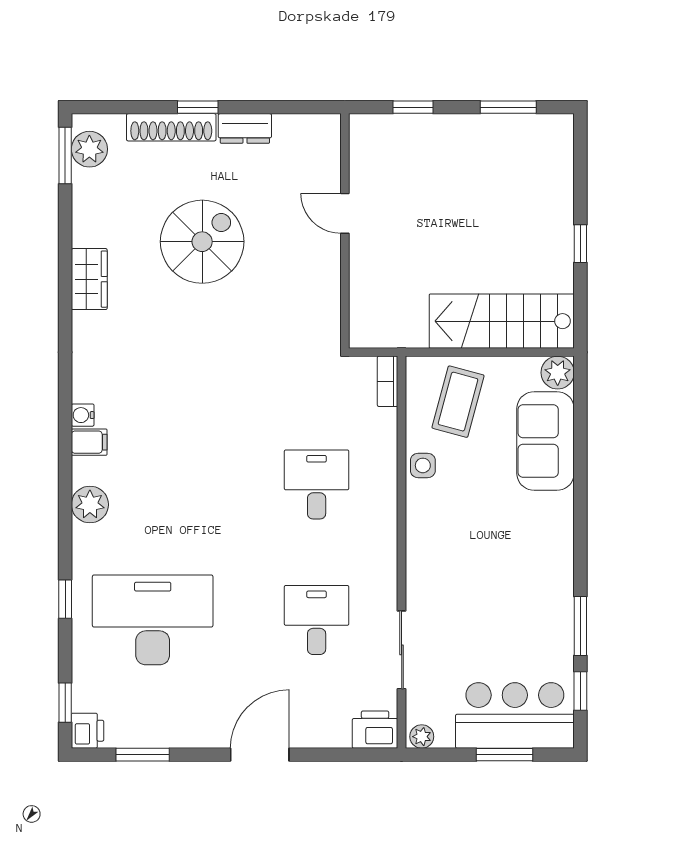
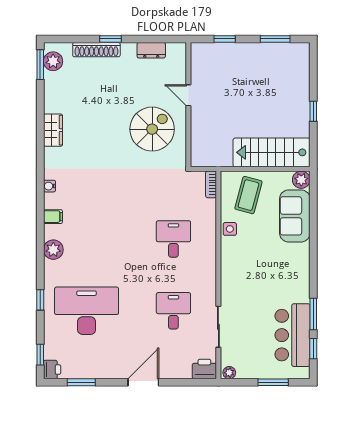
dresser: (245, 128) -> (151, 50), moved
spiral stairs: (202, 242) -> (152, 129), moved
water cooler: (83, 415) -> (49, 186), moved
bar counter: (515, 715) -> (293, 335), moved, turned -90

